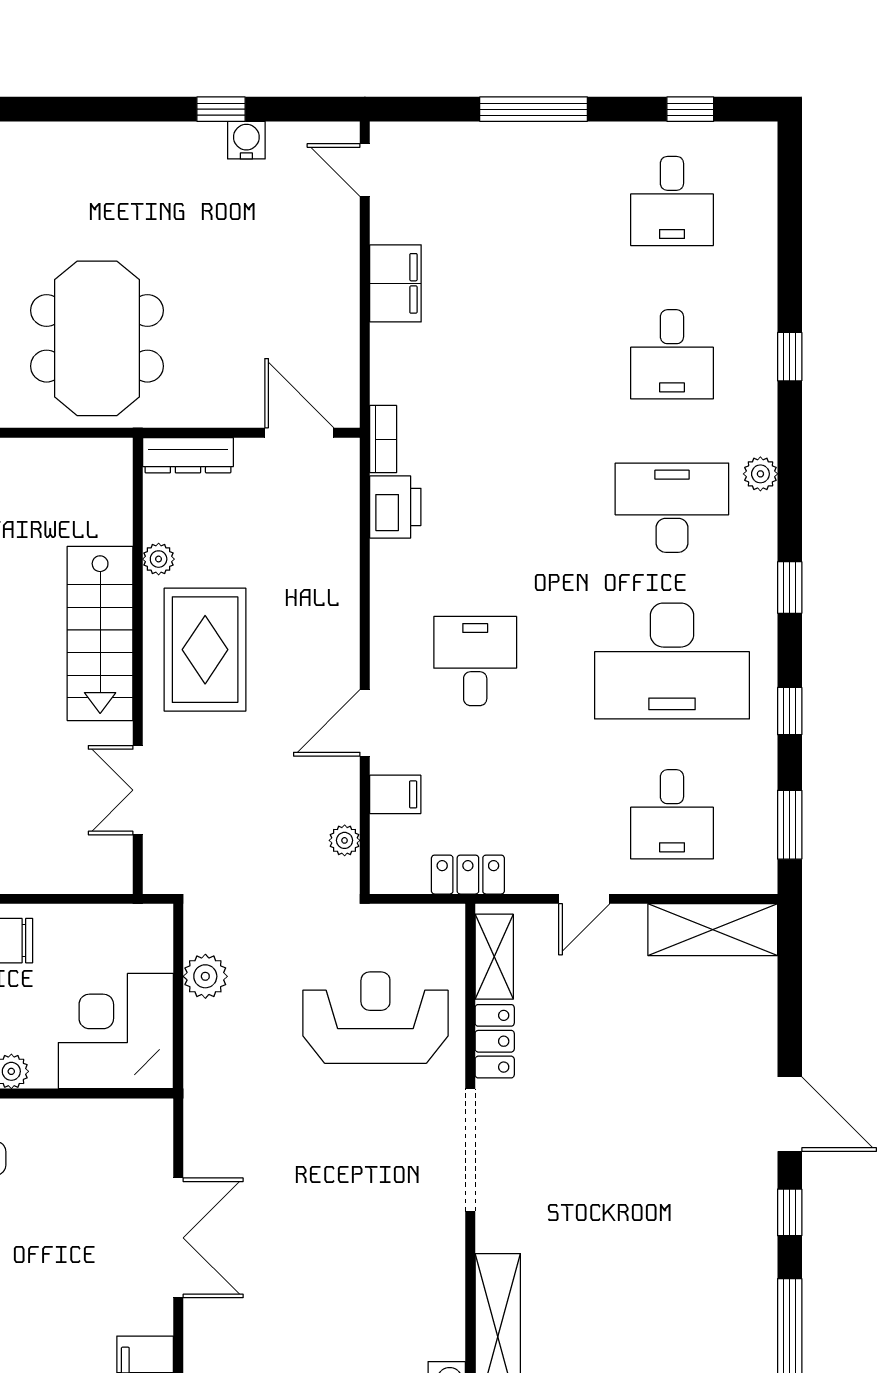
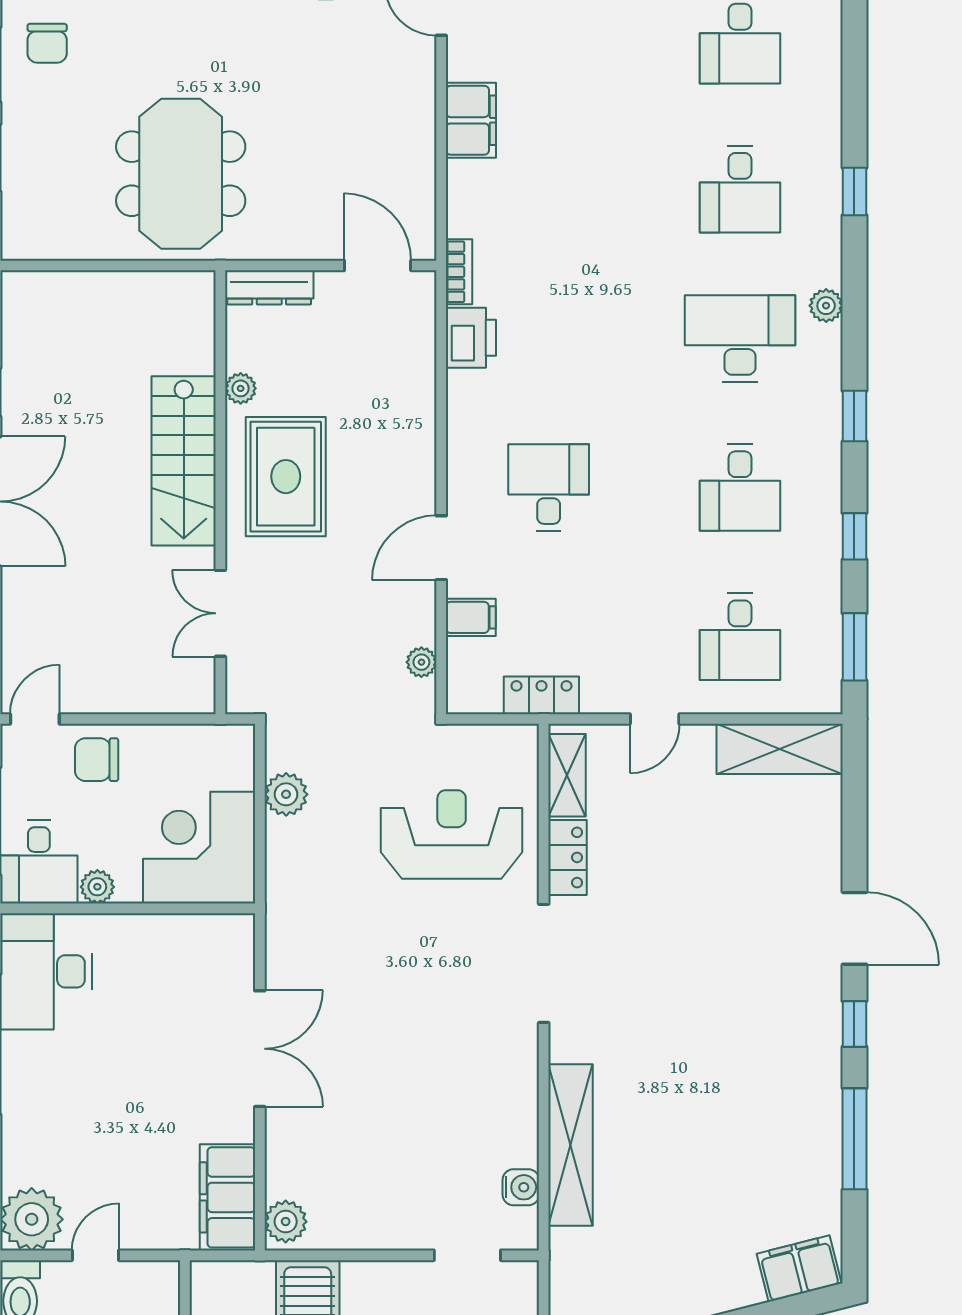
desk: (672, 661) -> (740, 488), width x0.53, depth x0.77

